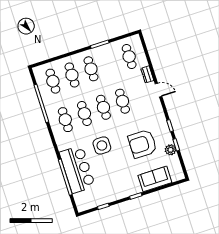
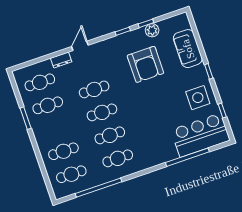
cafe table: (91, 69) -> (48, 105), moved
side table: (102, 146) -> (198, 98), moved
bar counter: (77, 169) -> (200, 135), moved

